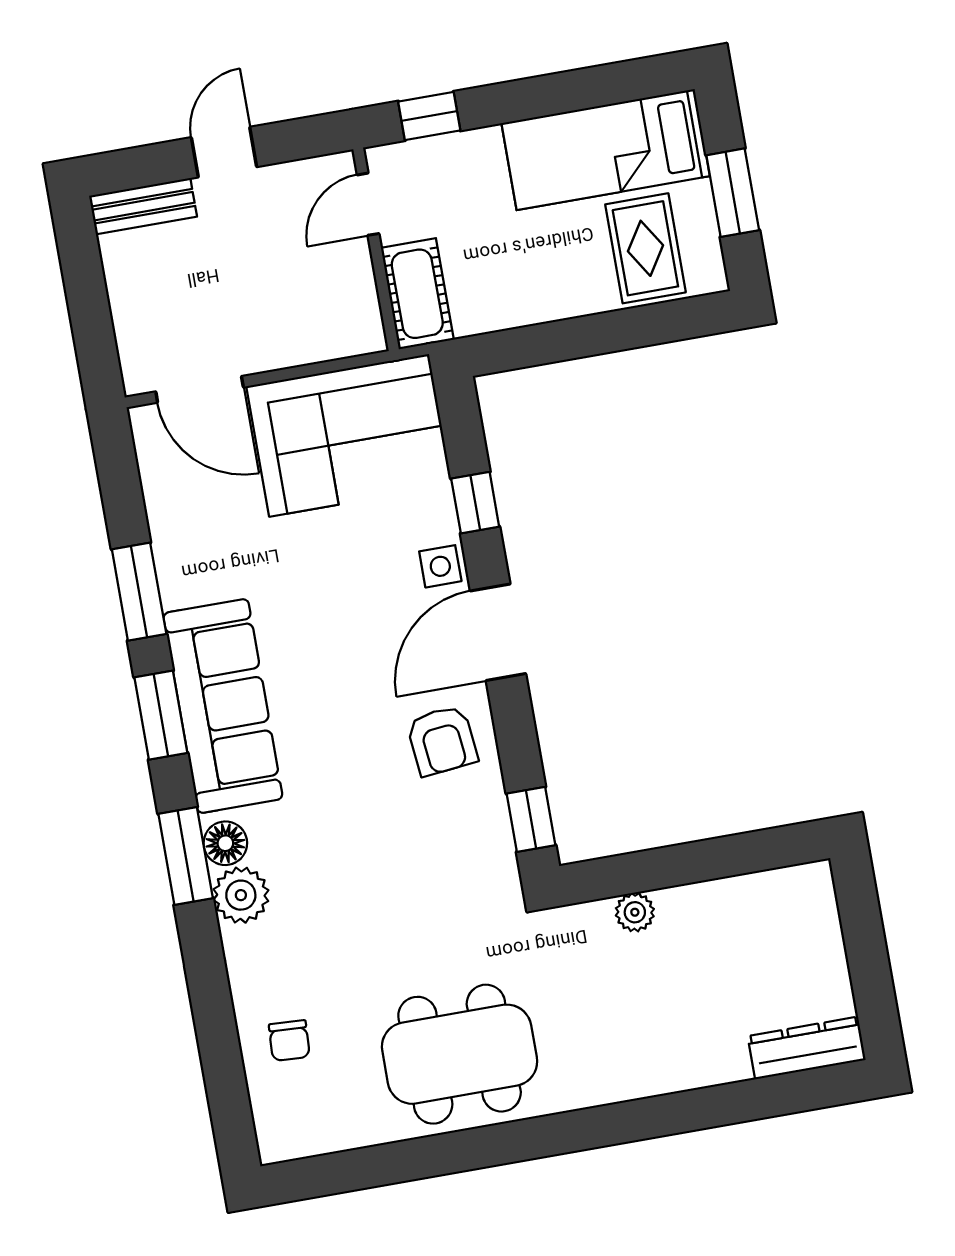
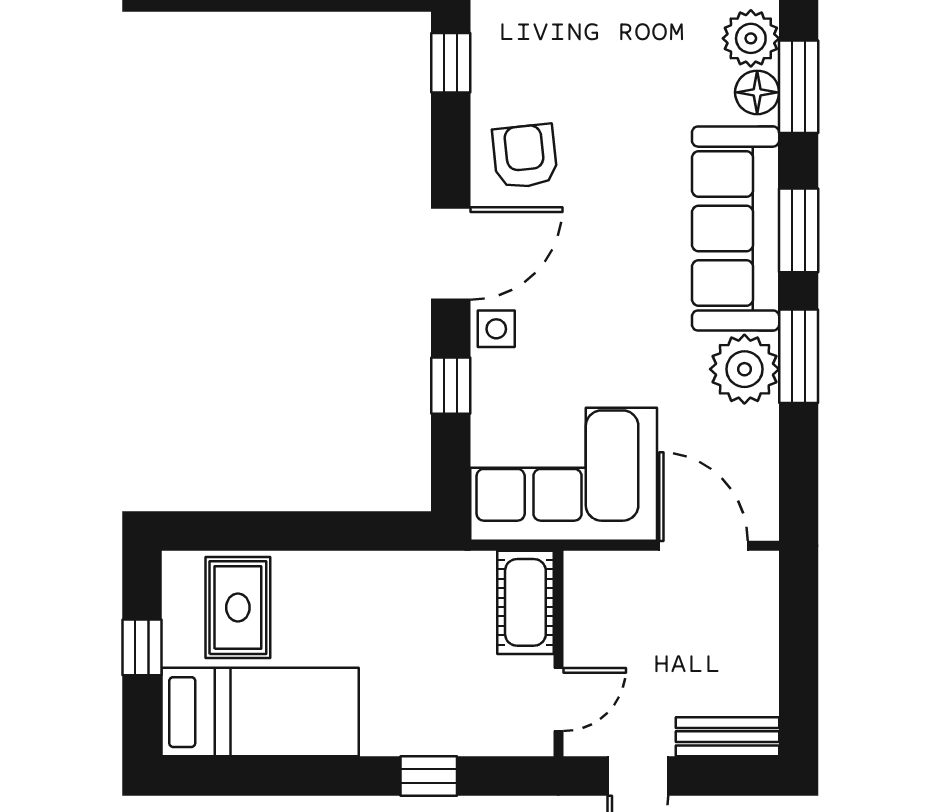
window: (733, 193) -> (142, 647), width x0.67
door: (368, 204) -> (558, 700), moved
wall: (376, 249) -> (558, 654), moved
cot: (417, 294) -> (525, 602), moved
plant: (190, 570) -> (744, 369), added

